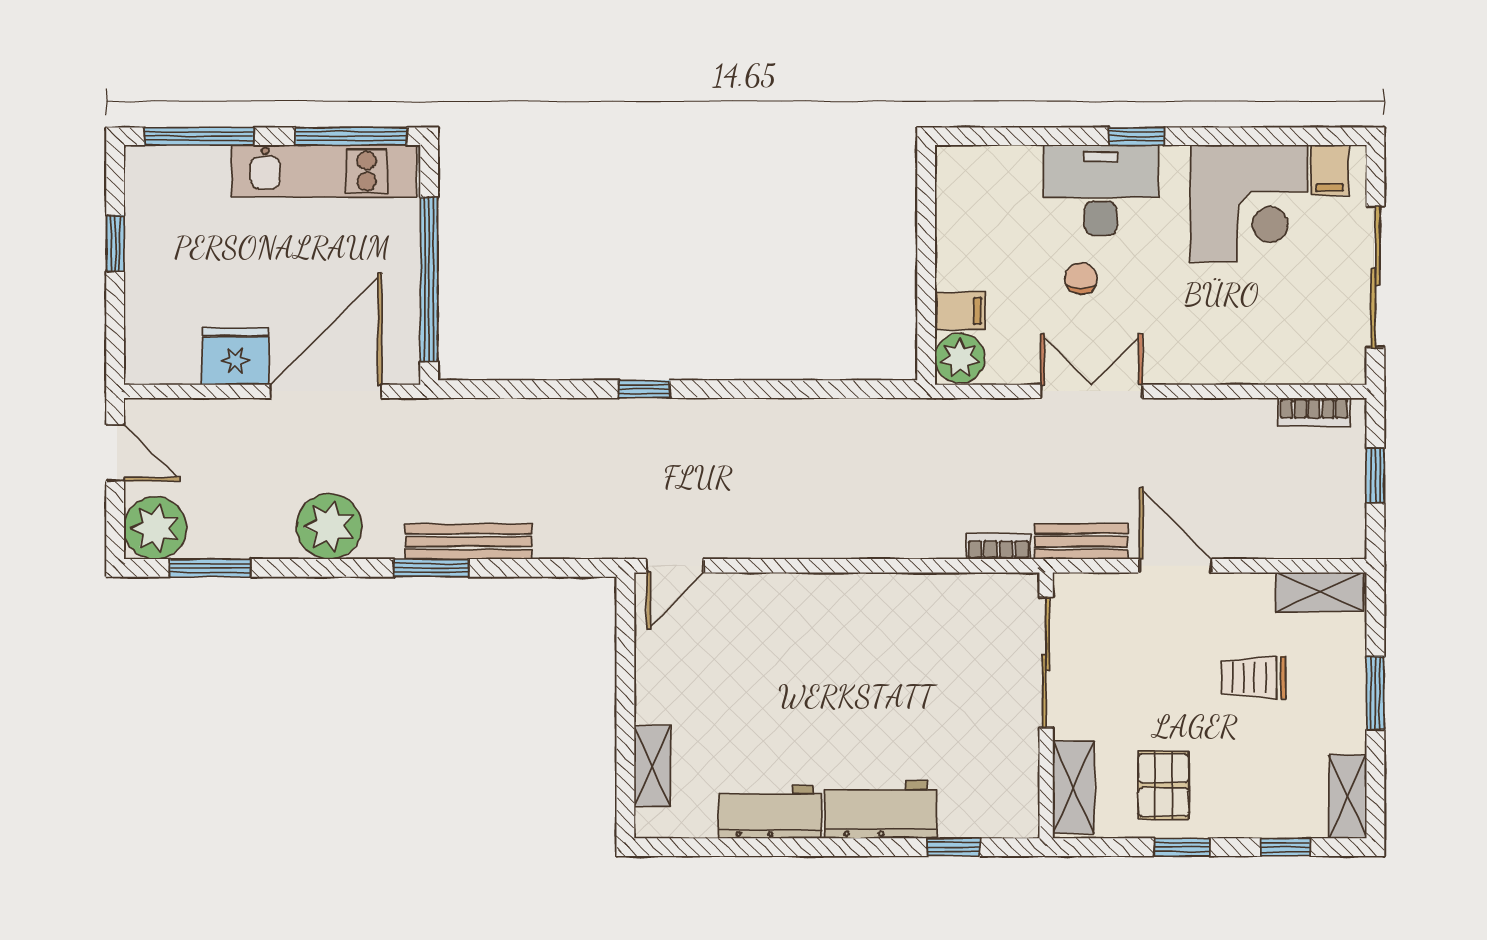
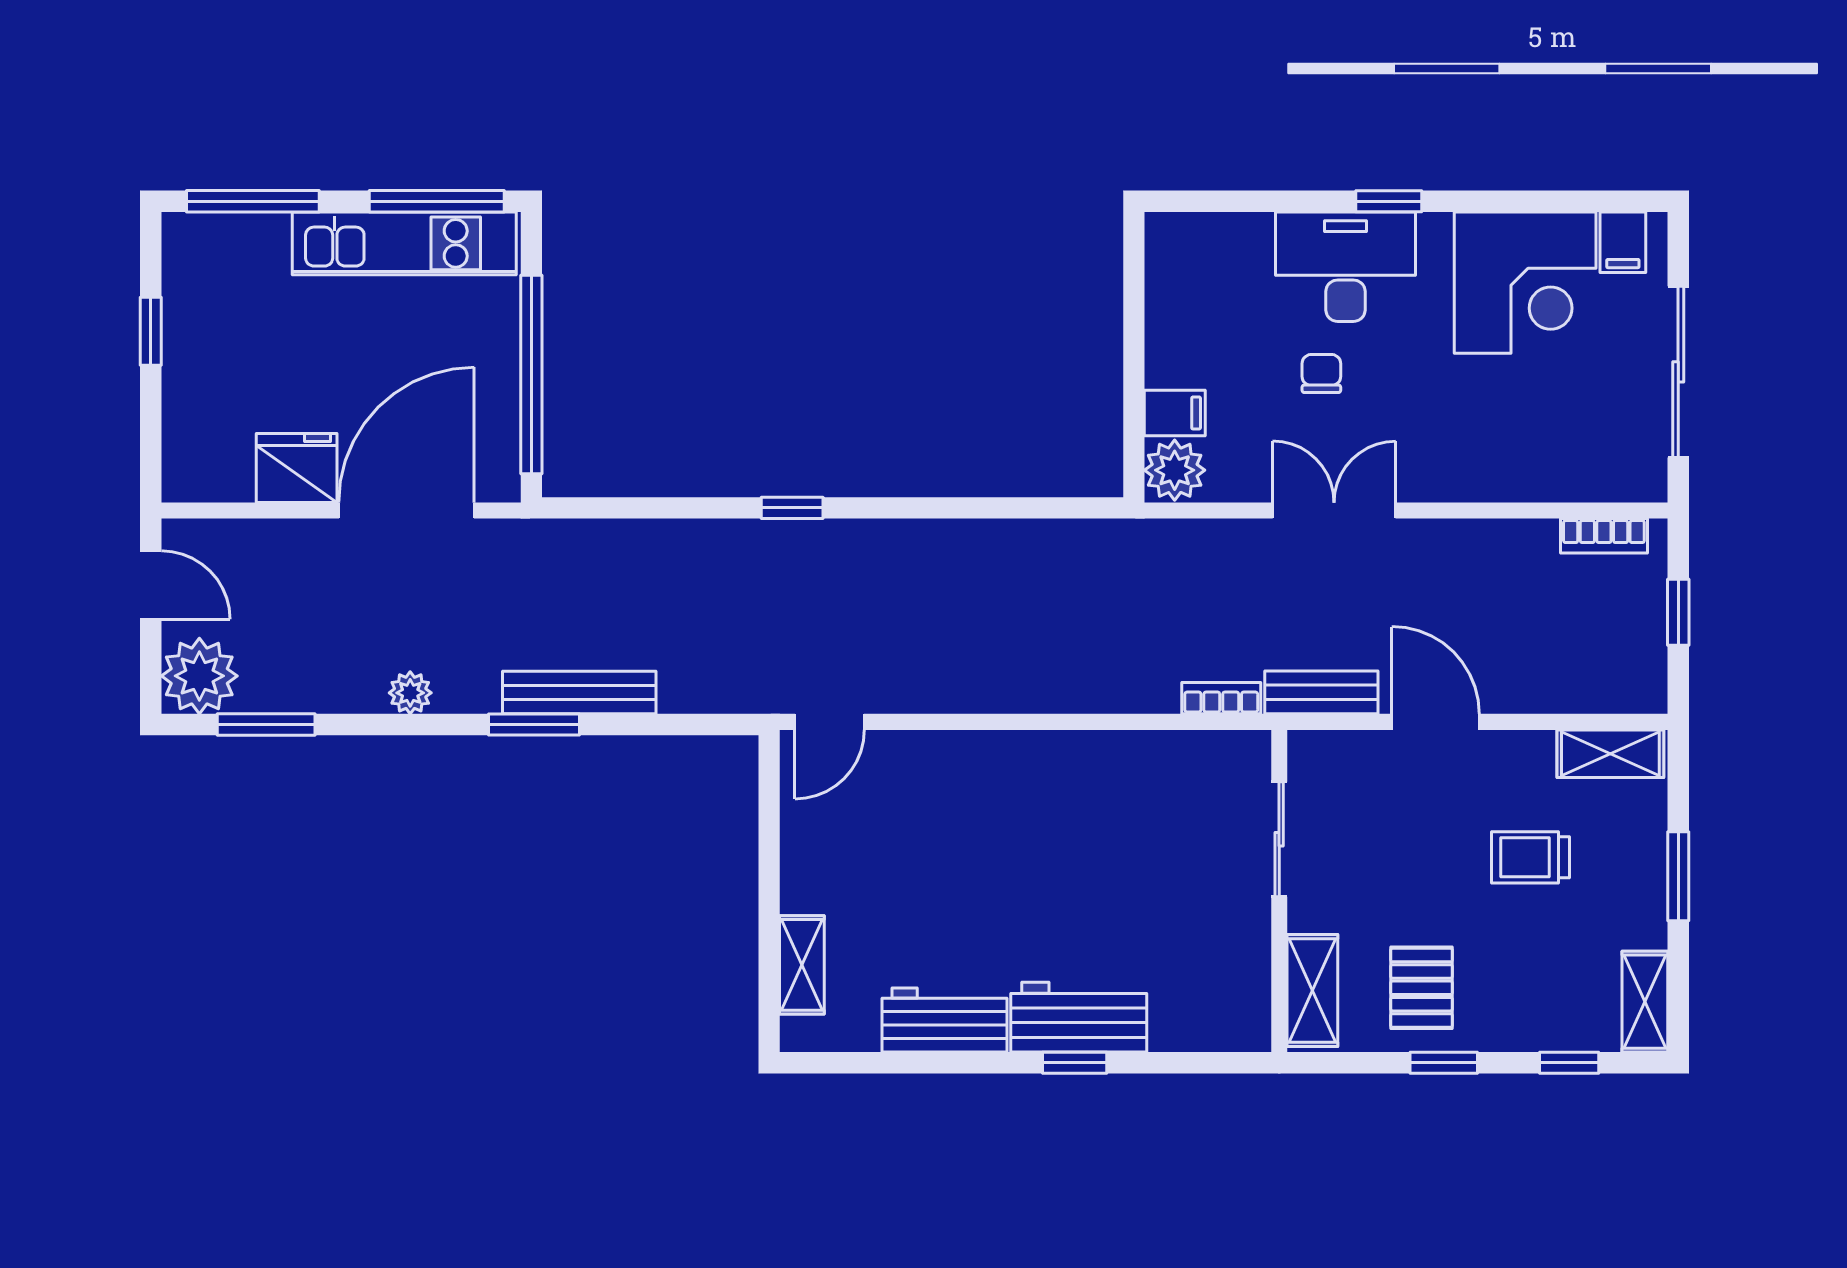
plant: (329, 527) -> (410, 693), width x0.53, depth x0.53
sliding door: (1046, 663) -> (1279, 839), width x0.73
window: (954, 847) -> (1075, 1063), moved

